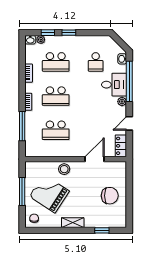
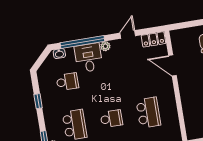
window: (69, 33) -> (38, 101), moved
school desk: (56, 96) -> (111, 119), width x0.54
door: (129, 123) -> (128, 34), swing flipped
stool: (64, 169) -> (189, 97), removed

